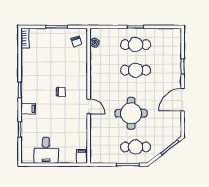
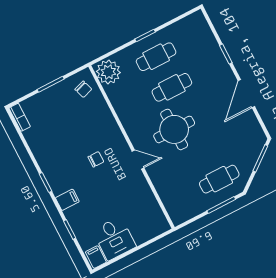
plant: (95, 43) -> (108, 72), width x1.88, depth x1.88
round table: (131, 113) -> (174, 129), moved
filing cabinet: (82, 156) -> (96, 257), moved

